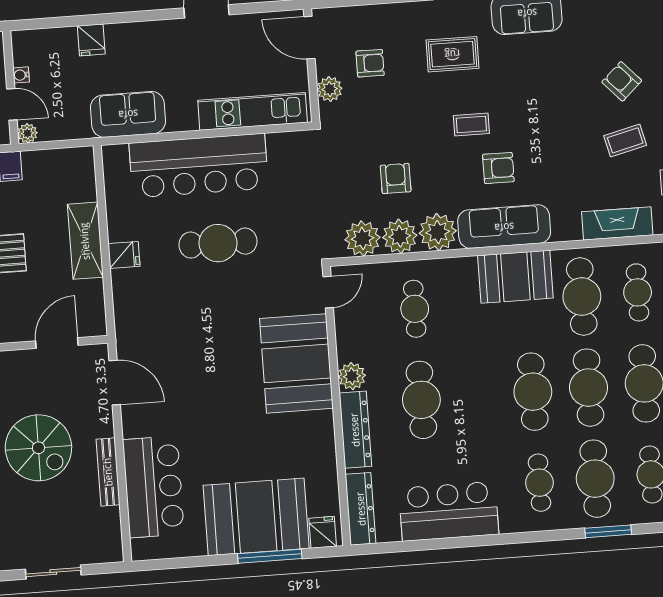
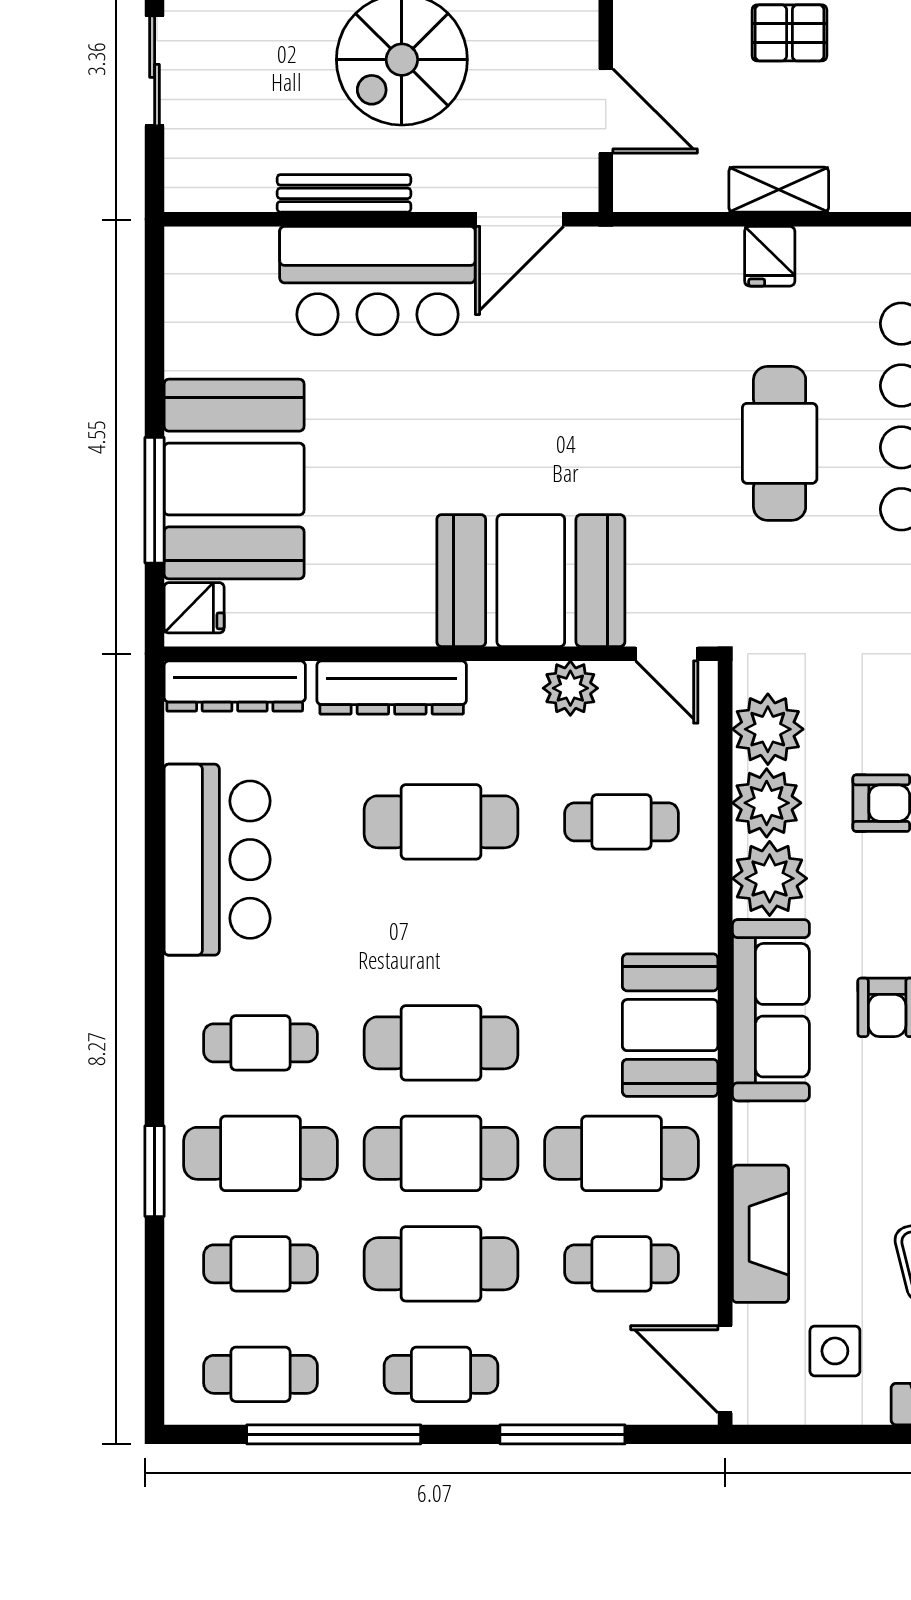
shelving: (85, 241) -> (779, 190), width x0.67, depth x0.75
plant: (352, 376) -> (570, 688), moved
bar counter: (153, 487) -> (377, 281), moved

